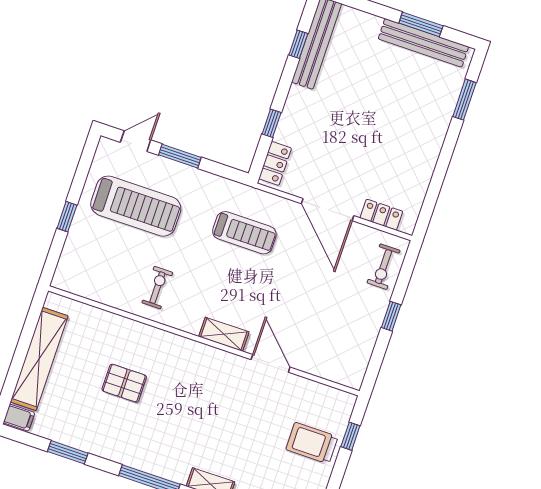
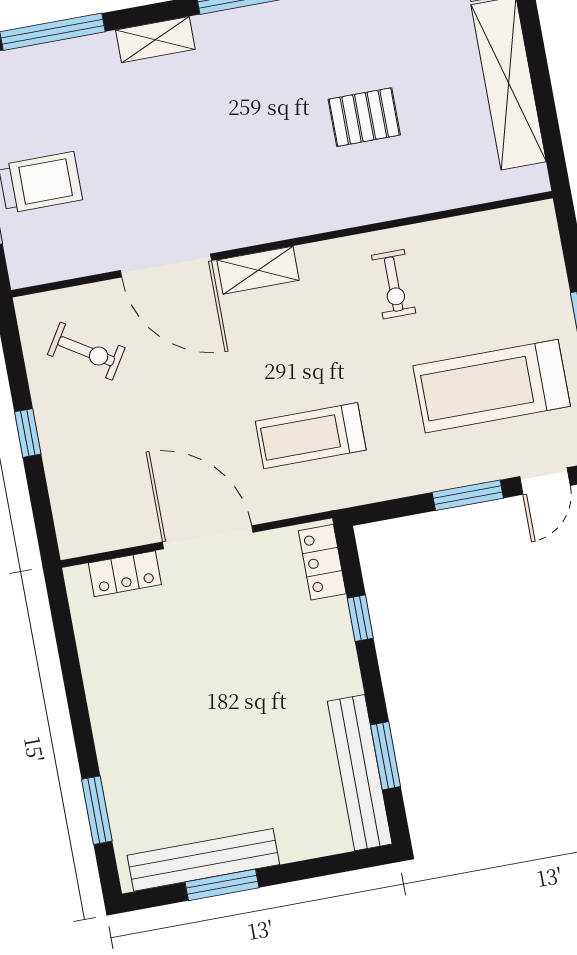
window: (298, 44) -> (386, 756), width x1.50
exercise bike: (383, 267) -> (86, 351), moved, turned 122
door: (271, 363) -> (166, 266), width x1.36

